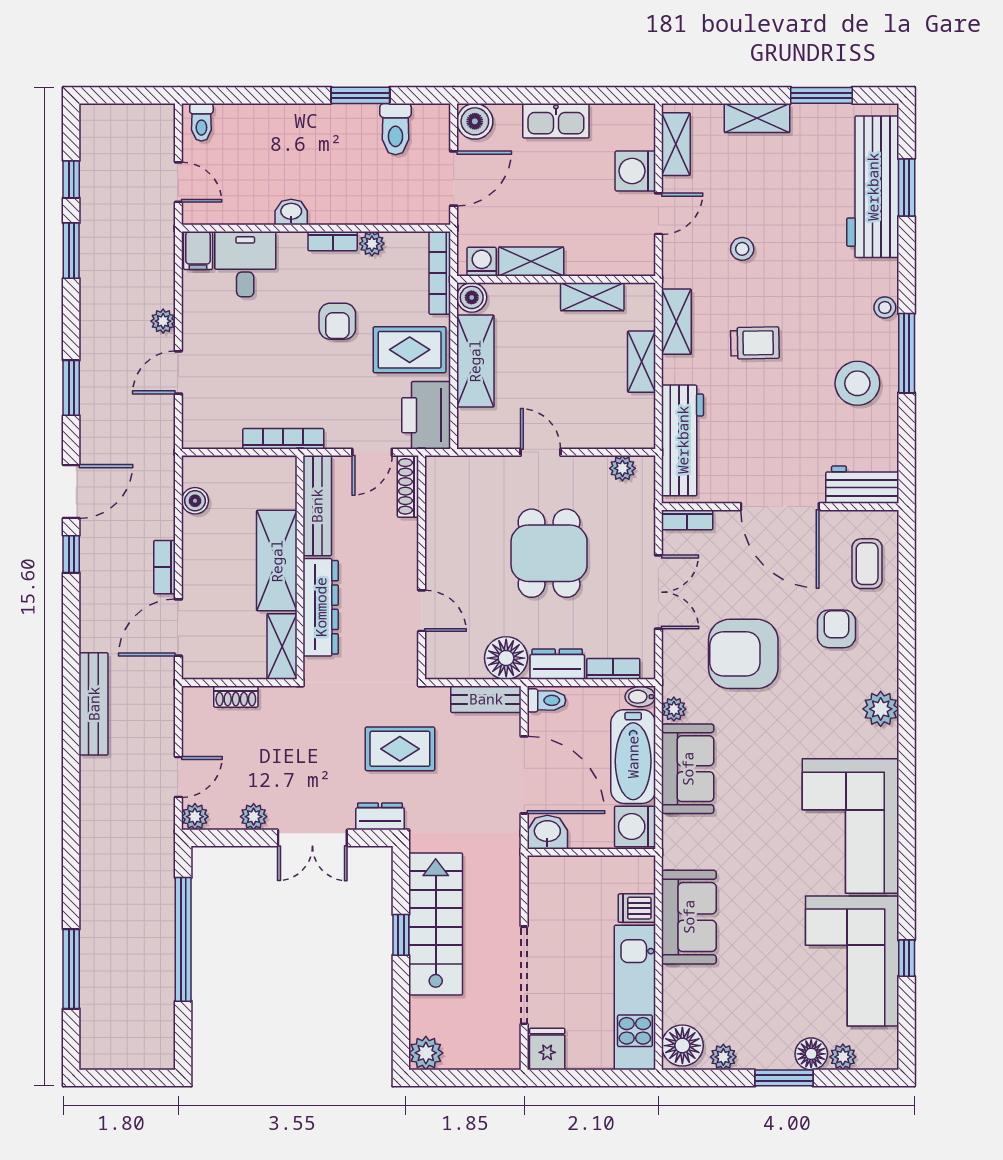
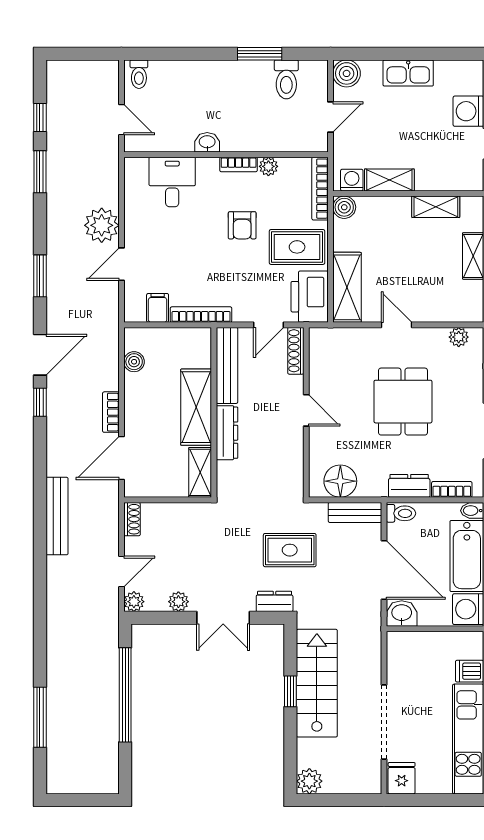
door: (454, 179) -> (331, 117), width x0.73
filing cabinet: (198, 250) -> (158, 308), moved, turned 180
plant: (163, 321) -> (102, 225), width x1.87, depth x1.87
shelving: (475, 361) -> (347, 287), moved
dresser: (321, 607) -> (227, 433), width x0.73, depth x0.80
door: (422, 611) -> (306, 410), moved
floor lamp: (506, 658) -> (340, 481), moved
shoe rack: (236, 697) -> (132, 519), moved, turned -90

